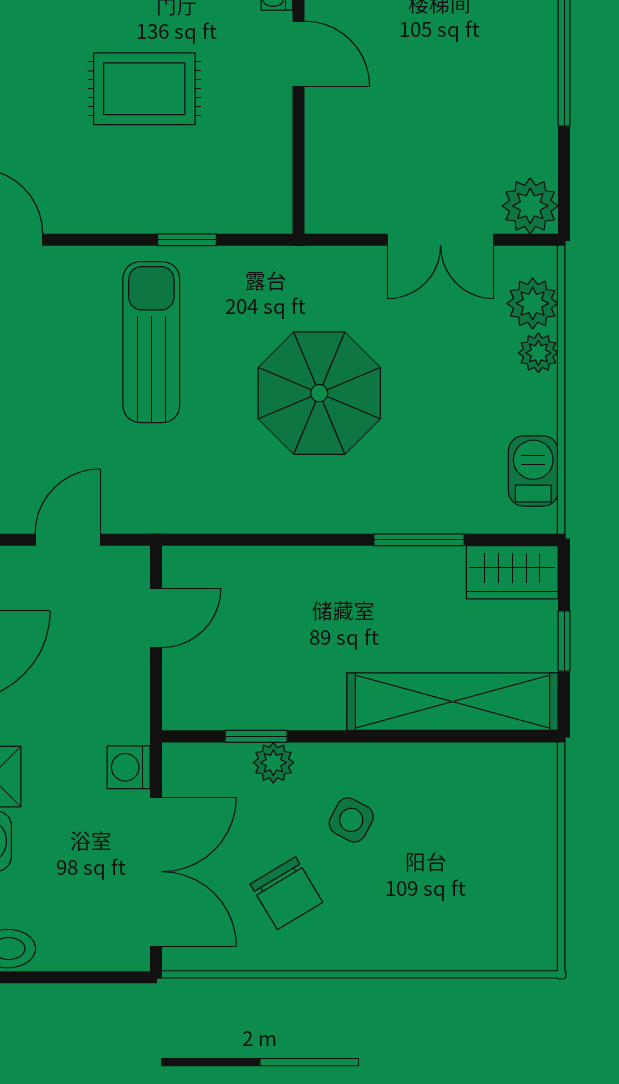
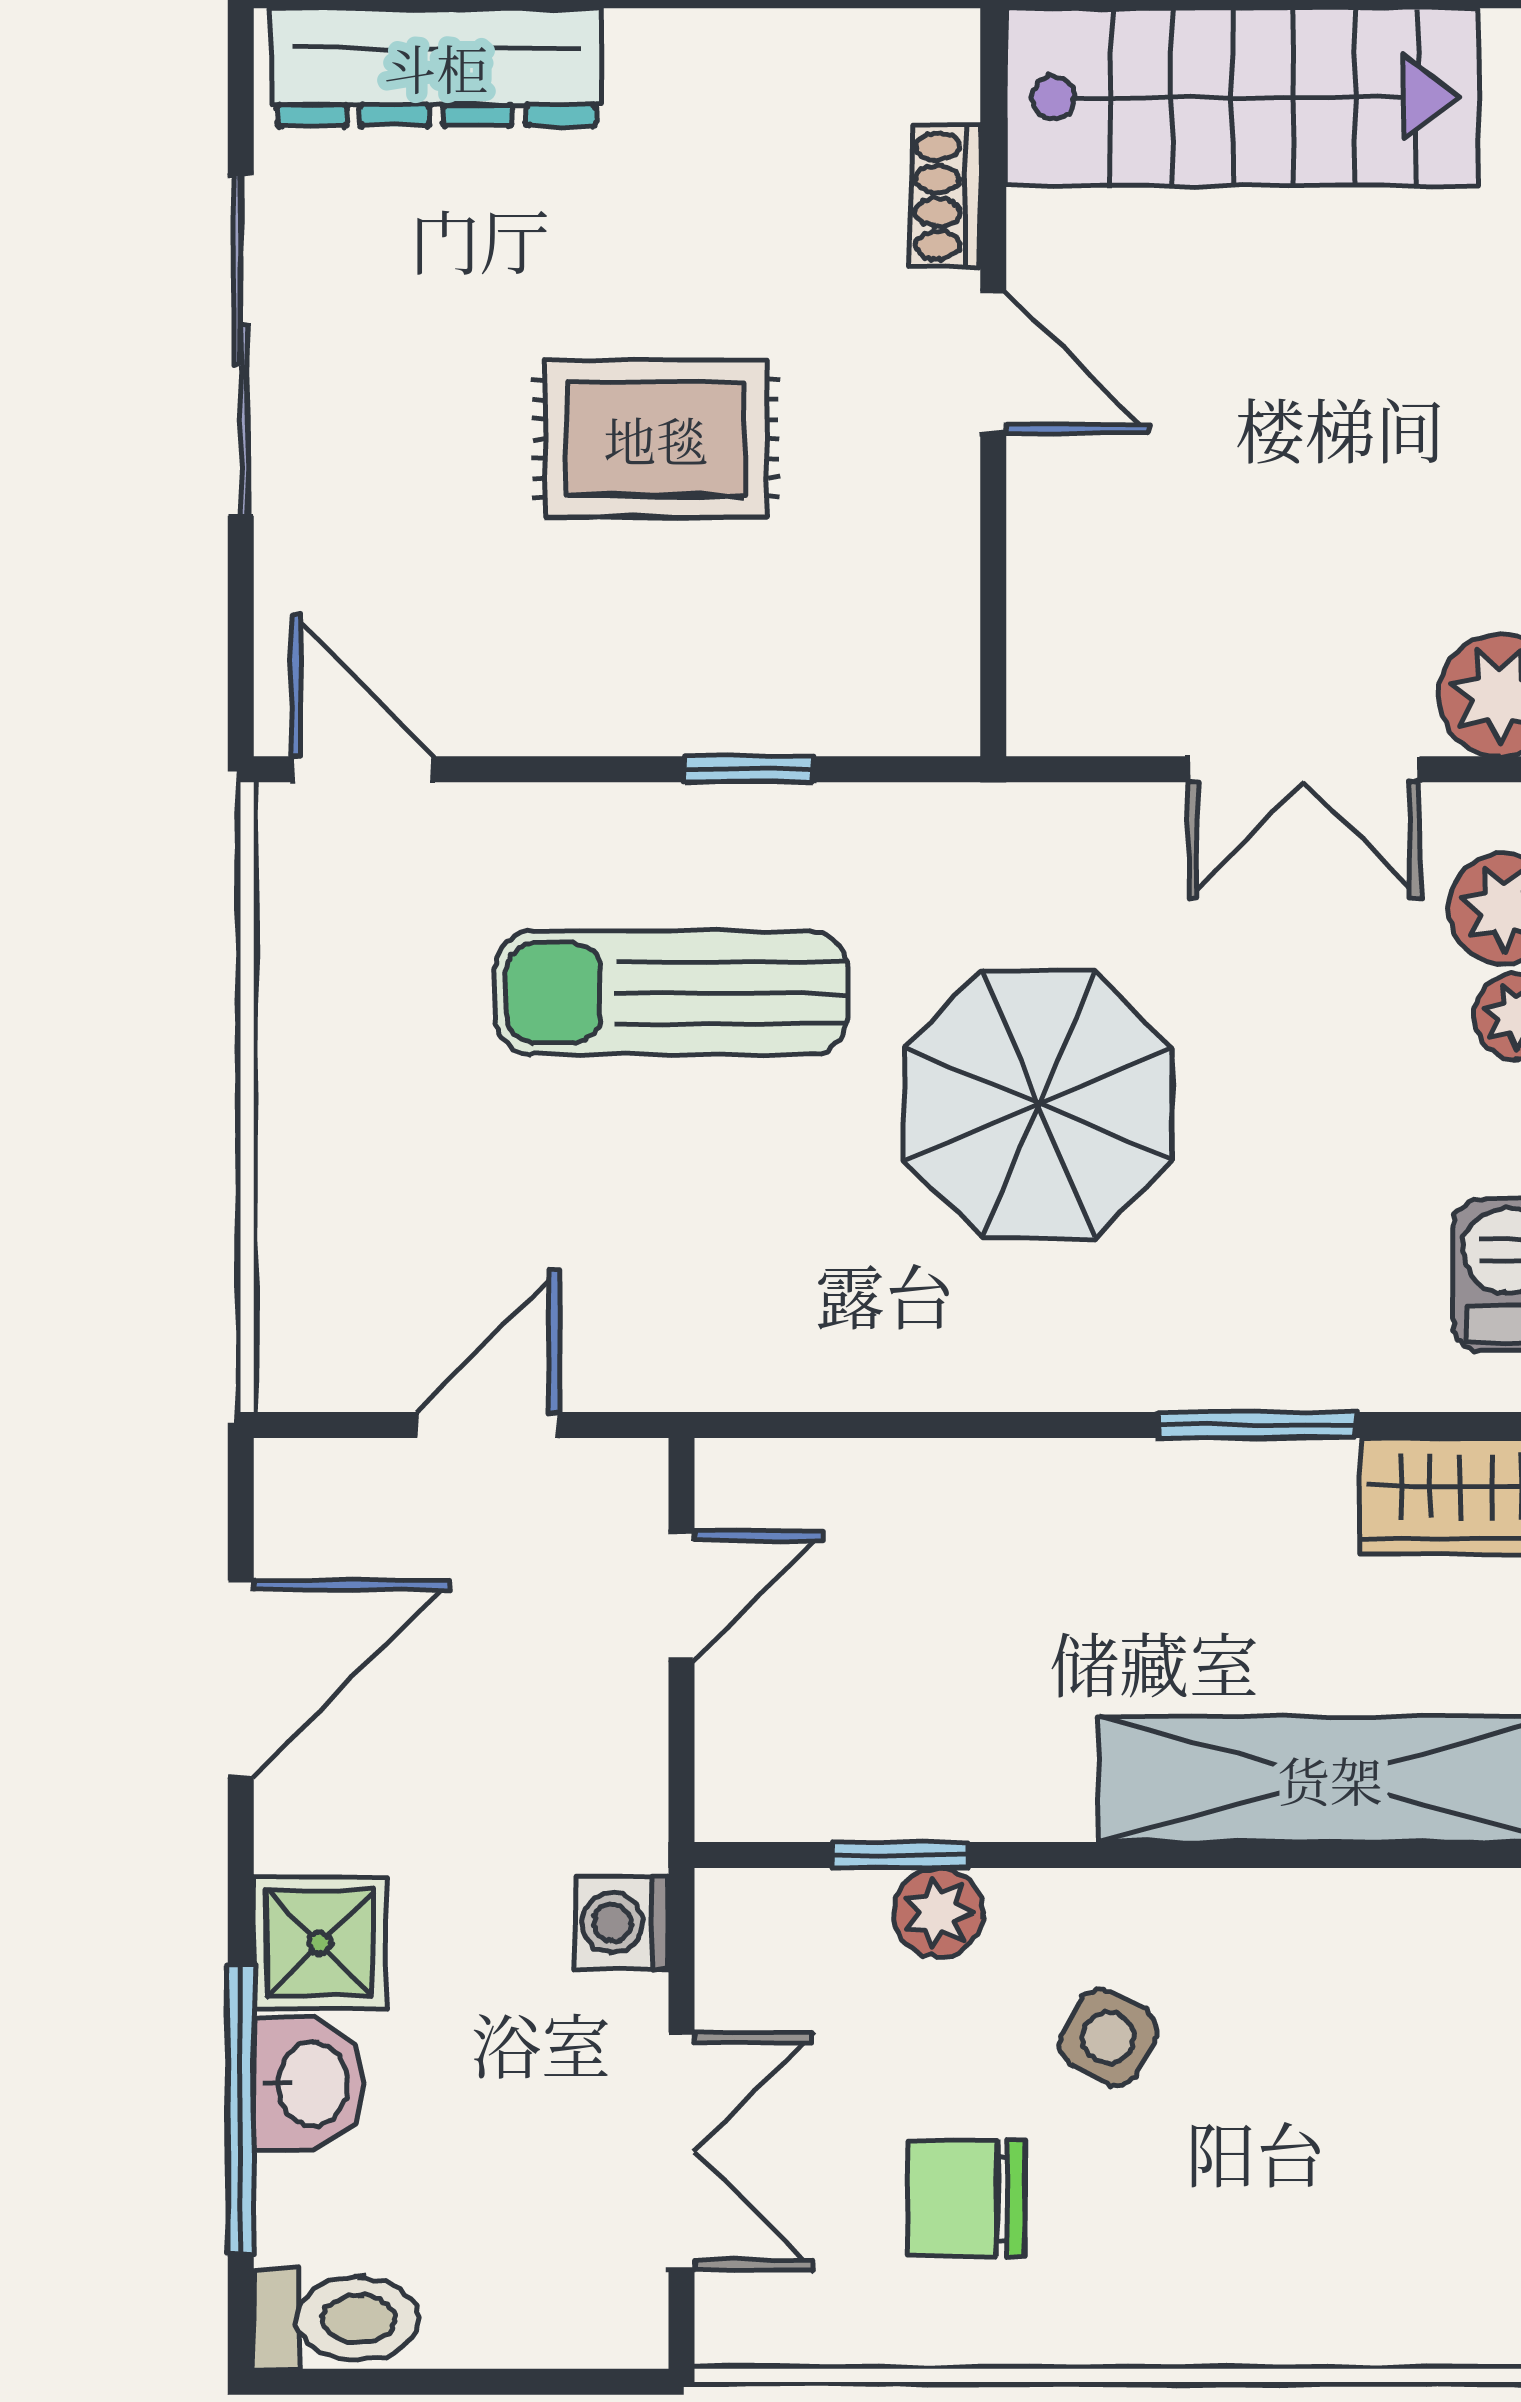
sun lounger: (151, 342) -> (671, 993), turned -90
double door: (156, 872) -> (681, 2151), width x0.73
chair: (286, 893) -> (967, 2198), turned 121

